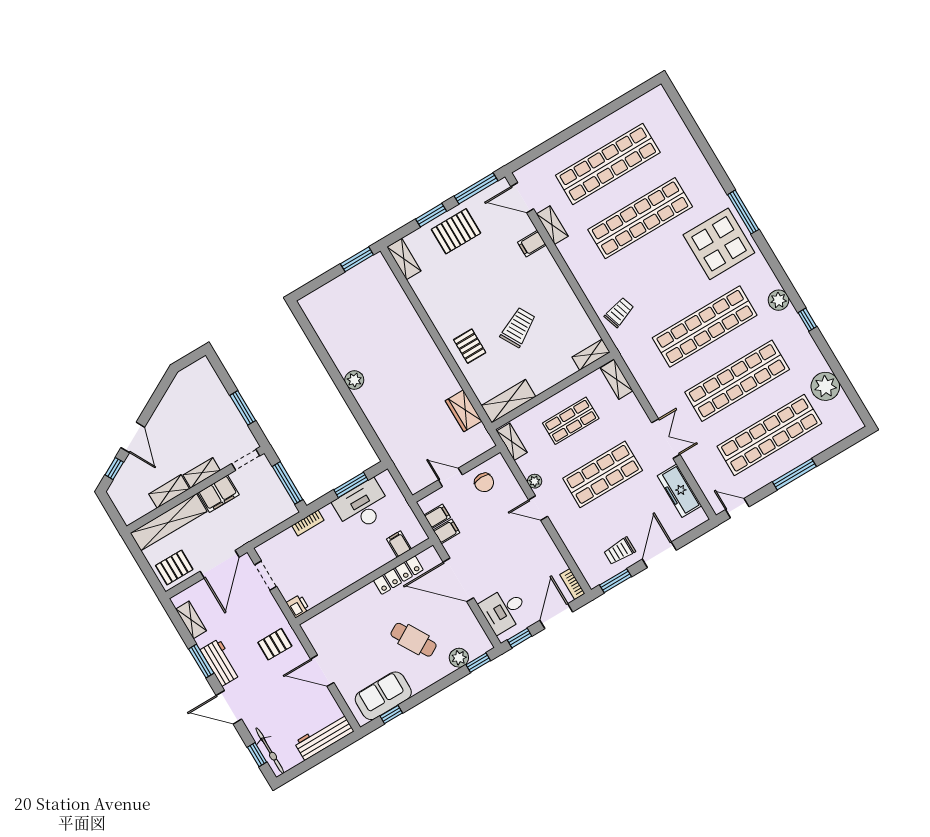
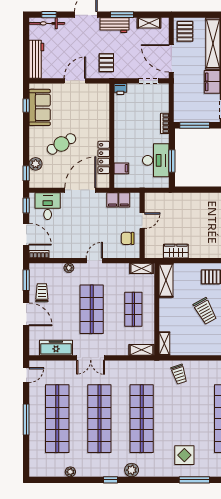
display table: (719, 244) -> (184, 455), width x0.54, depth x0.54
plant: (825, 386) -> (70, 472), width x0.53, depth x0.53
plant: (535, 481) -> (69, 268), moved

